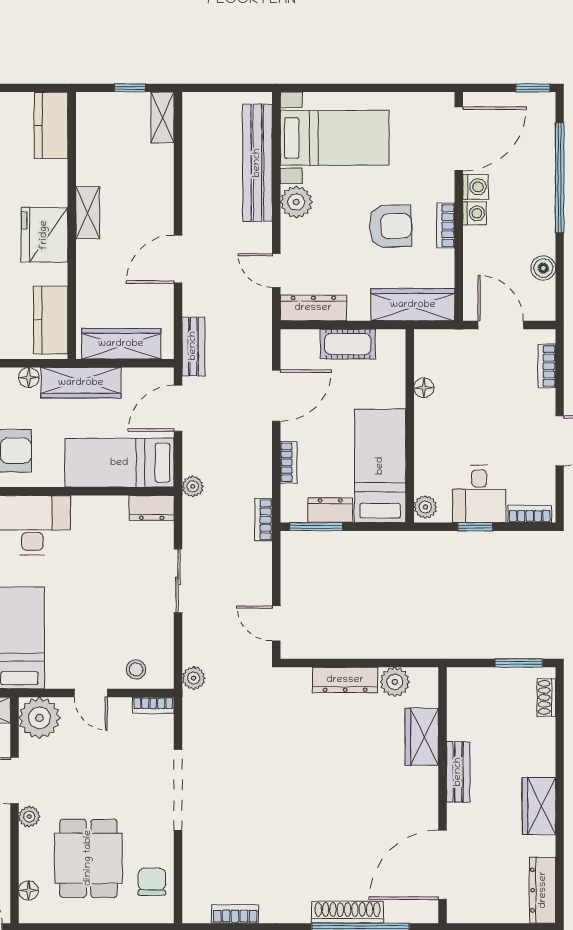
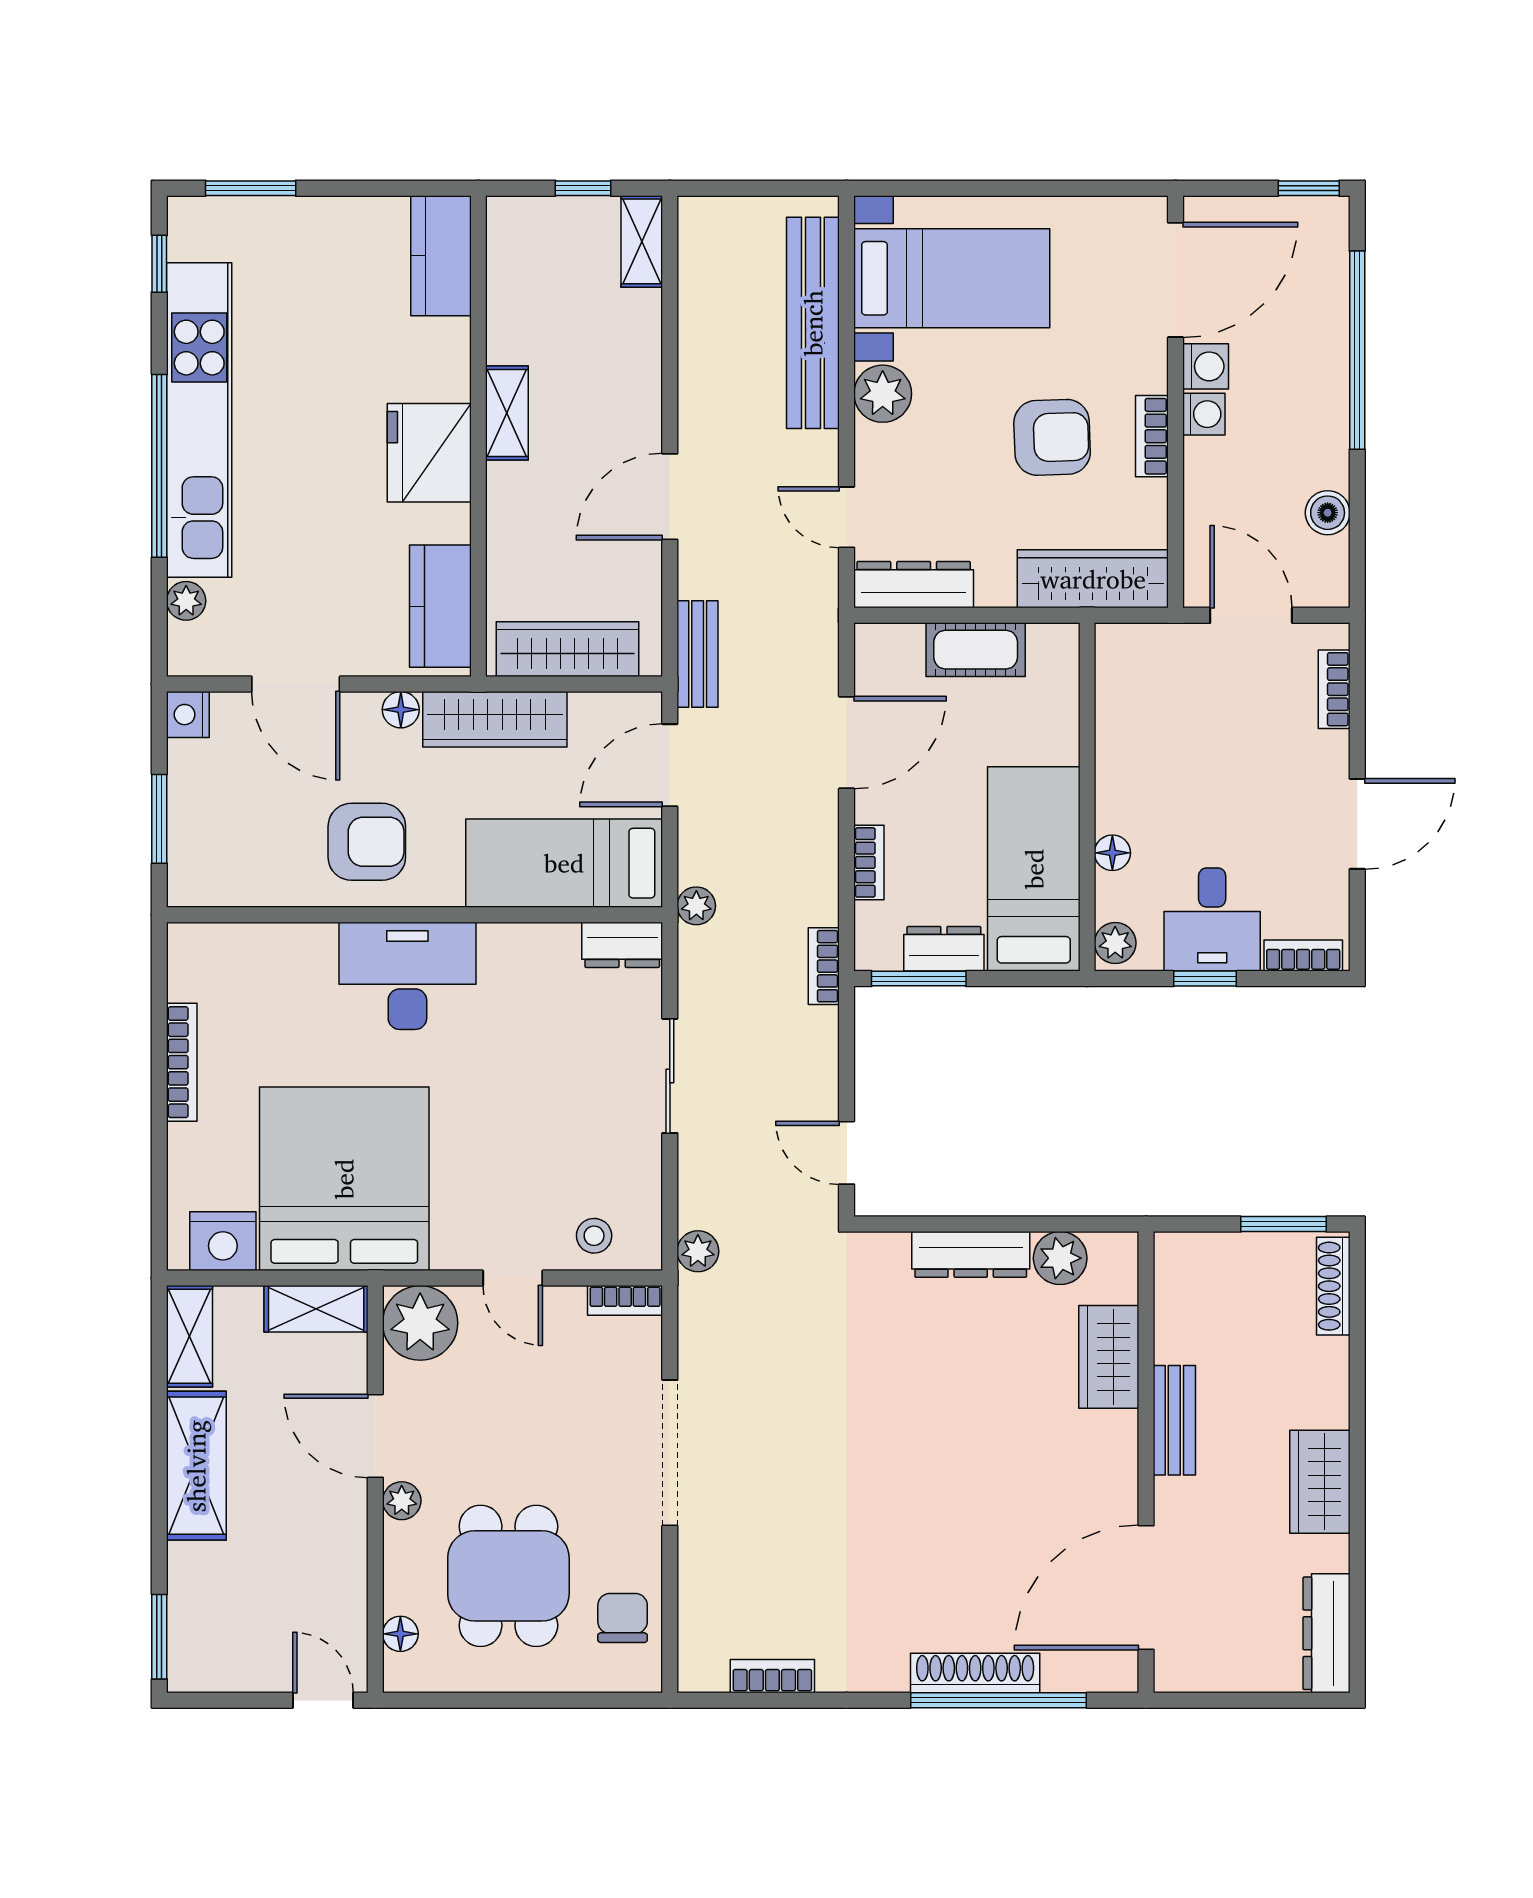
floor lamp: (424, 388) -> (1112, 853), moved
shoe rack: (546, 697) -> (1333, 1286), width x1.43

